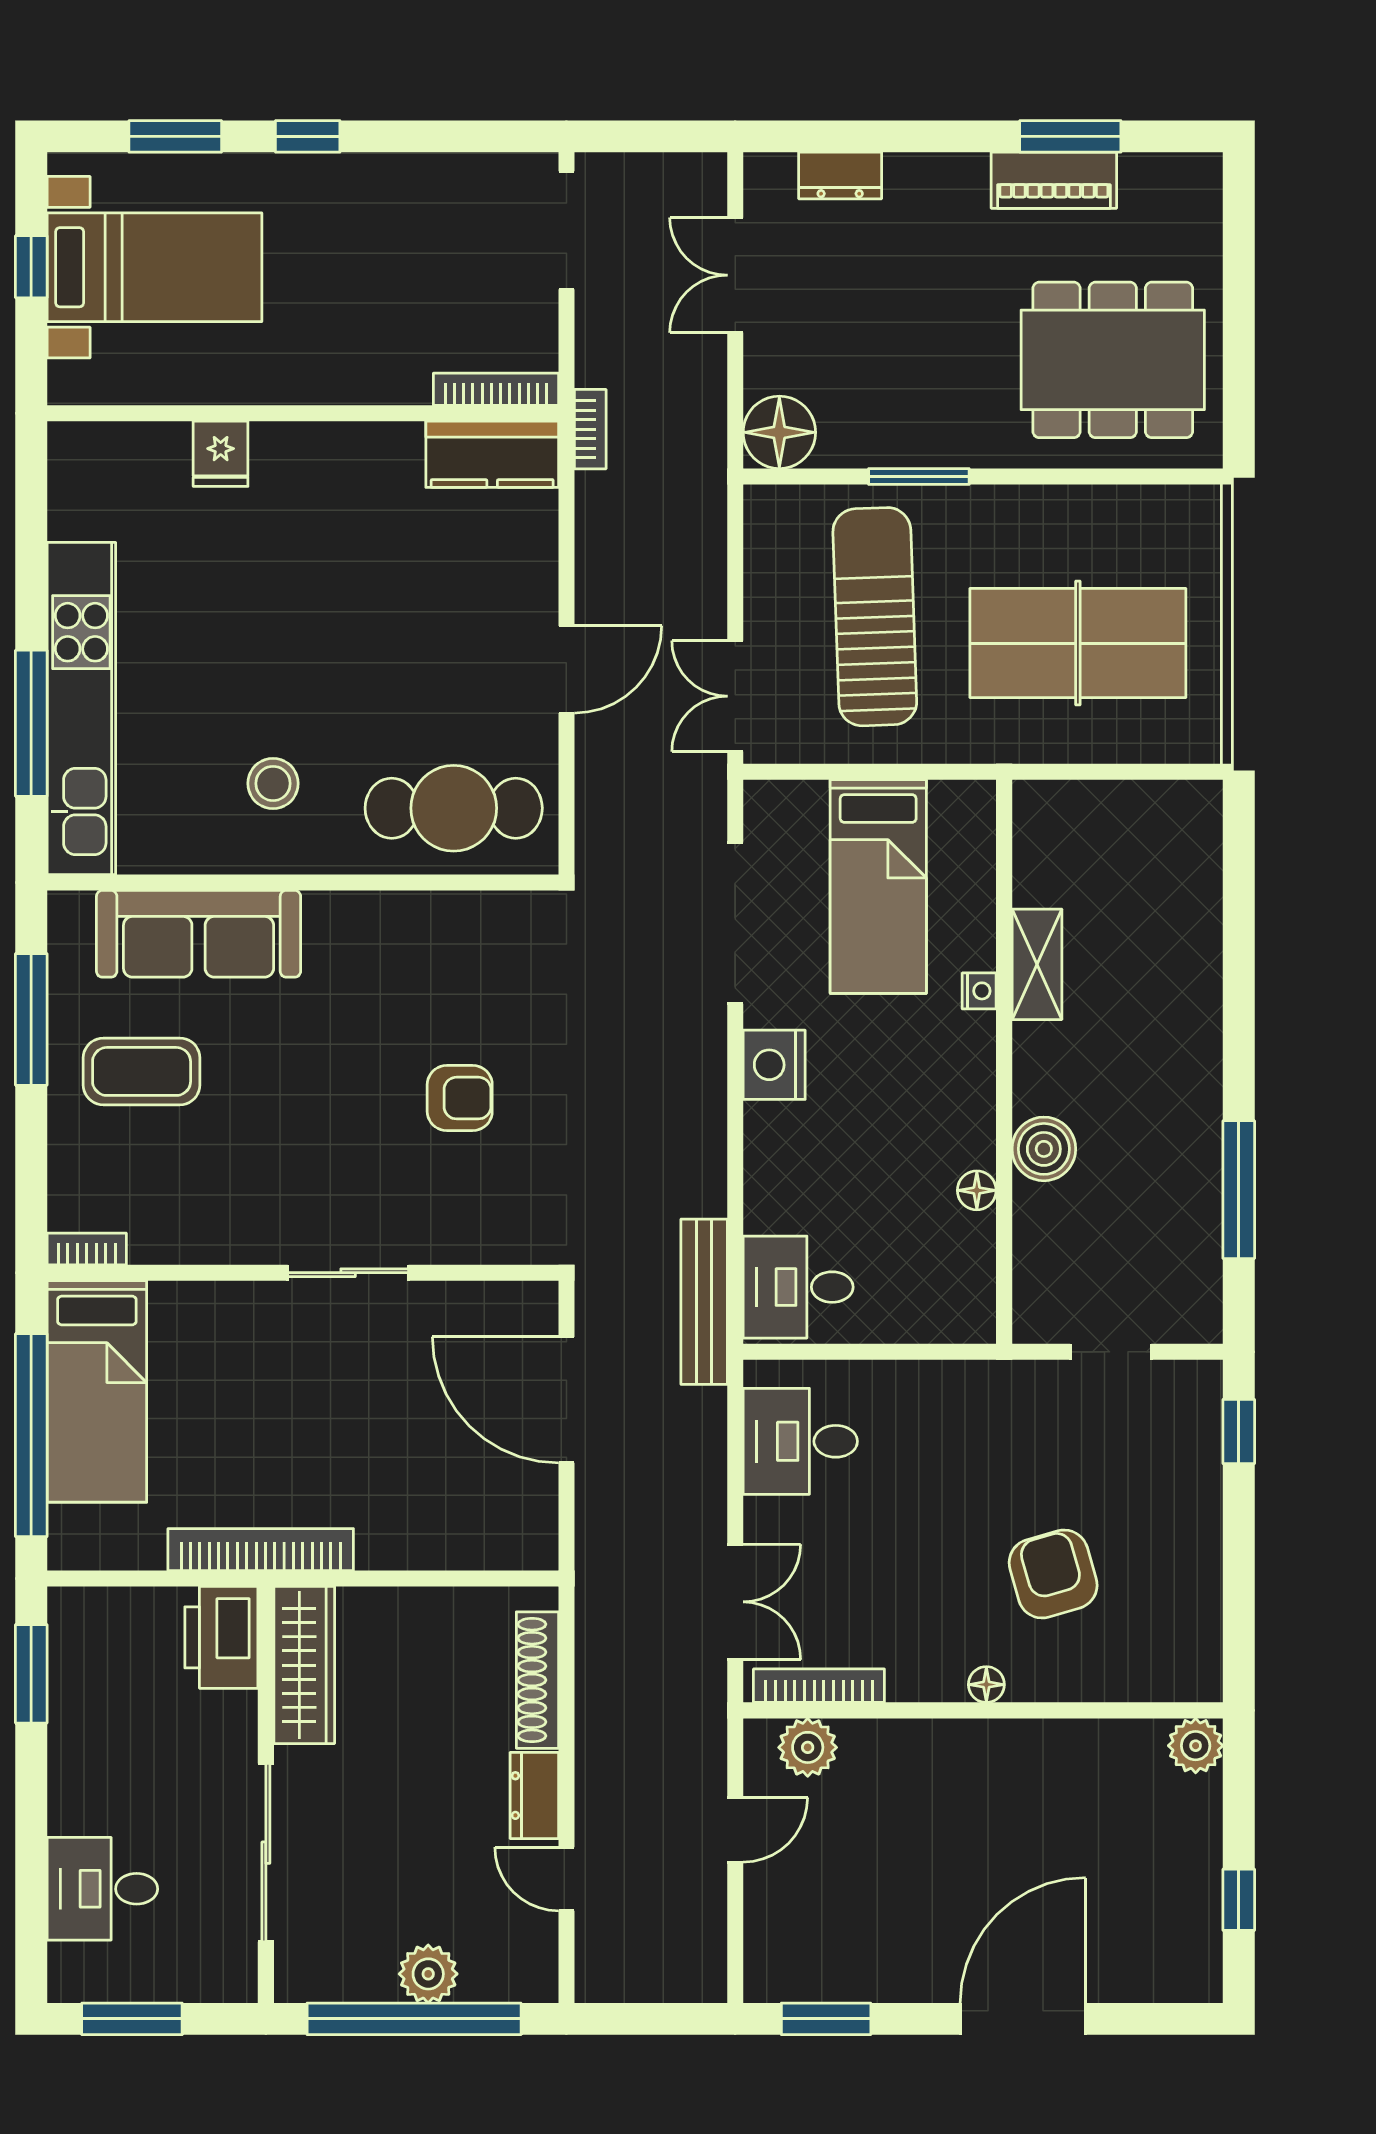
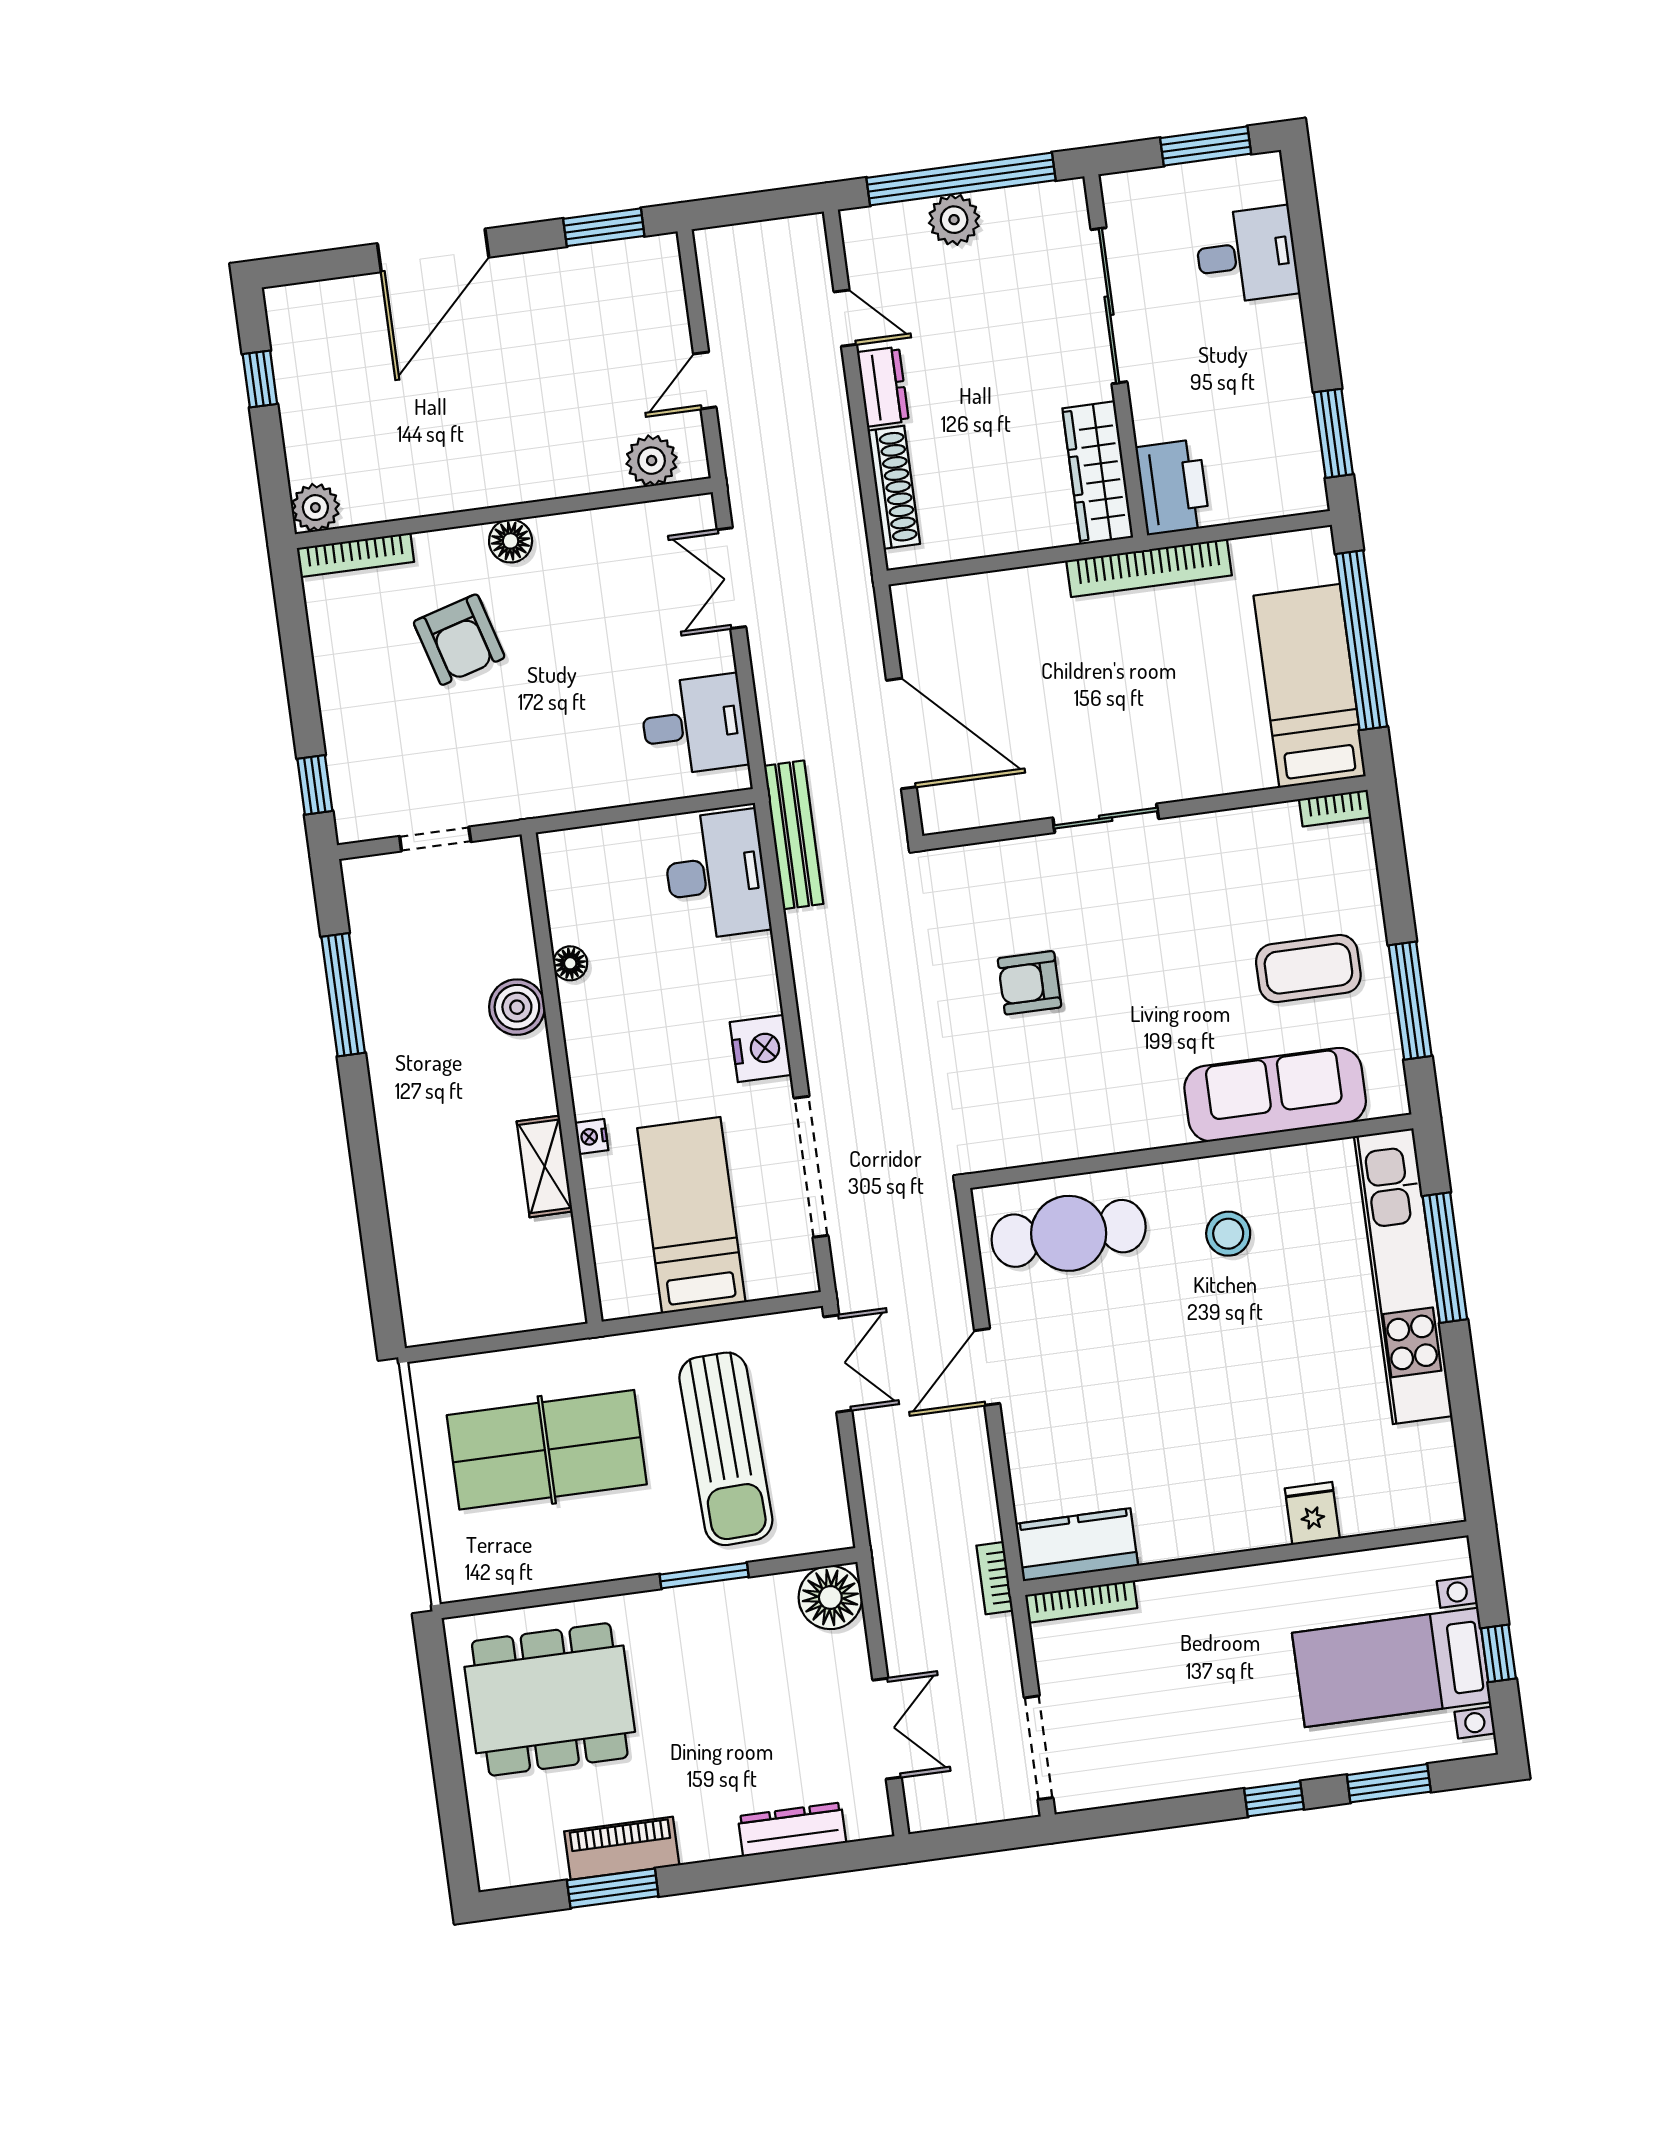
dresser: (840, 175) -> (792, 1829), width x1.44
desk: (798, 1287) -> (716, 875), width x1.37
floor lamp: (986, 1685) -> (511, 541), width x1.37, depth x1.37
bookcase: (819, 1686) -> (356, 555), moved

